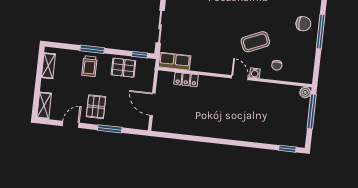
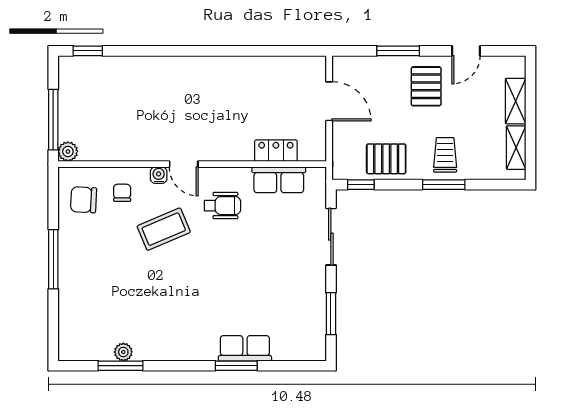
chair: (303, 24) -> (84, 200), moved
wheelchair: (220, 51) -> (223, 206), added
row of seats: (175, 61) -> (279, 180), moved
shelving: (44, 106) -> (516, 101), moved

